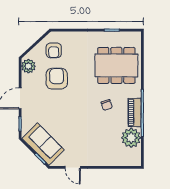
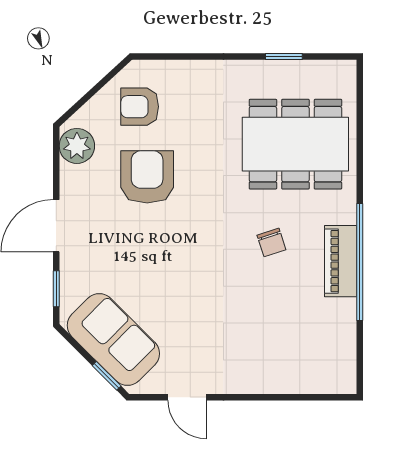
armchair: (54, 50) -> (140, 107), turned 90
plant: (131, 138) -> (332, 324), removed

